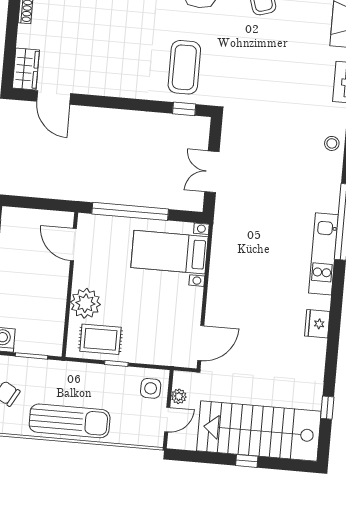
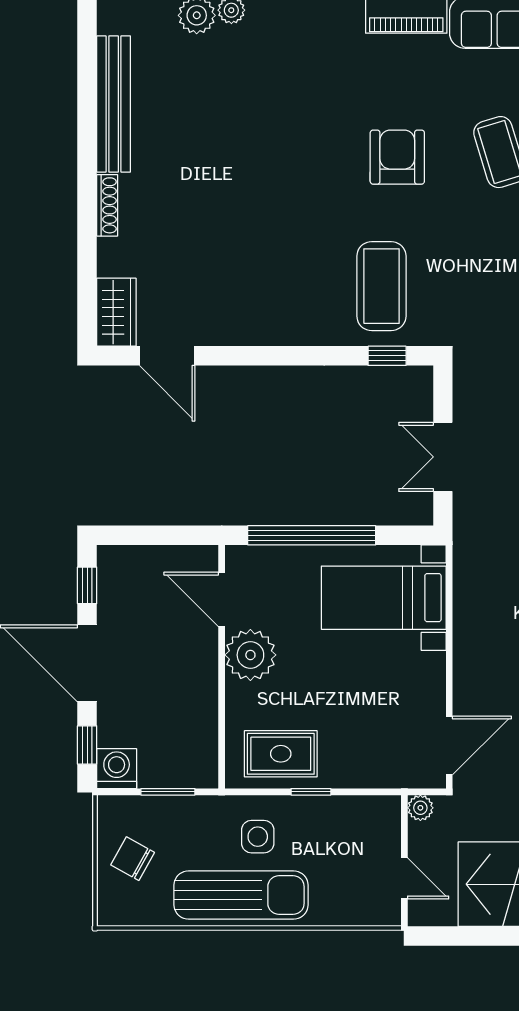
plant: (85, 303) -> (250, 655), moved
side table: (151, 388) -> (258, 837), moved
plant: (179, 396) -> (420, 808), moved
door: (167, 420) -> (404, 878), hinge flipped

